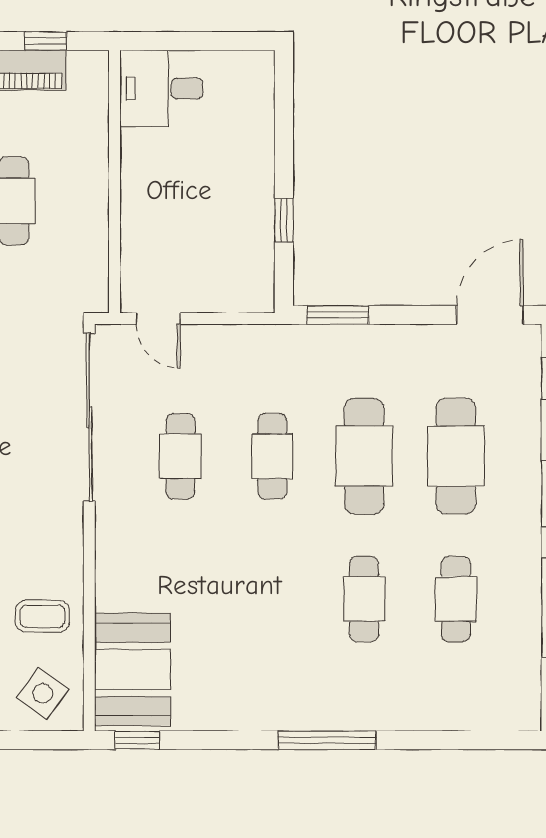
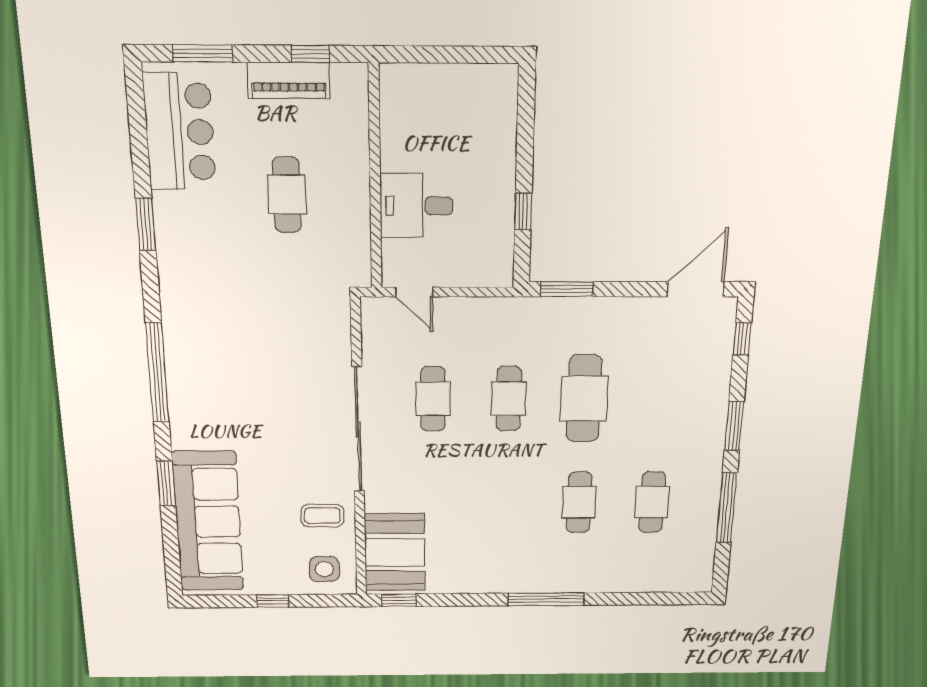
desk: (161, 88) -> (416, 206), moved
sliding door: (89, 417) -> (358, 430), moved
cafe table: (456, 456) -> (659, 398), removed
side table: (43, 693) -> (324, 569), turned -36

